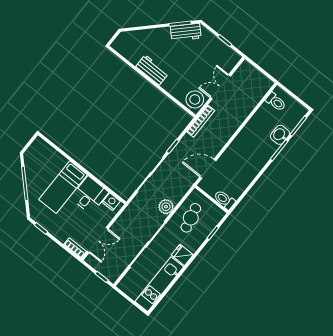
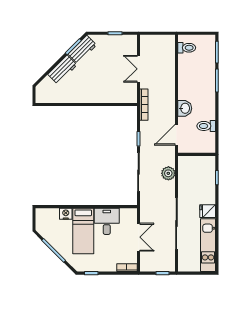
workbench: (152, 70) -> (62, 70), moved, turned 135
stool: (195, 99) -> (127, 93), removed
washbasin: (280, 135) -> (185, 108), moved, turned 180
toilet: (225, 200) -> (206, 126), moved
nightstand: (111, 202) -> (66, 214), moved
plant: (166, 207) -> (168, 173), moved
cafe table: (191, 218) -> (192, 180), removed
double door: (98, 240) -> (138, 237), moved

